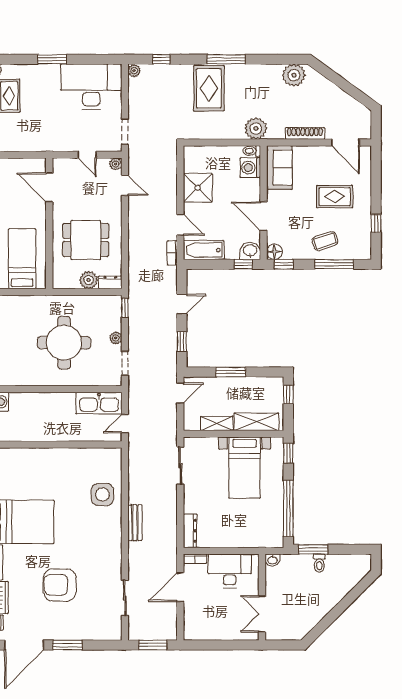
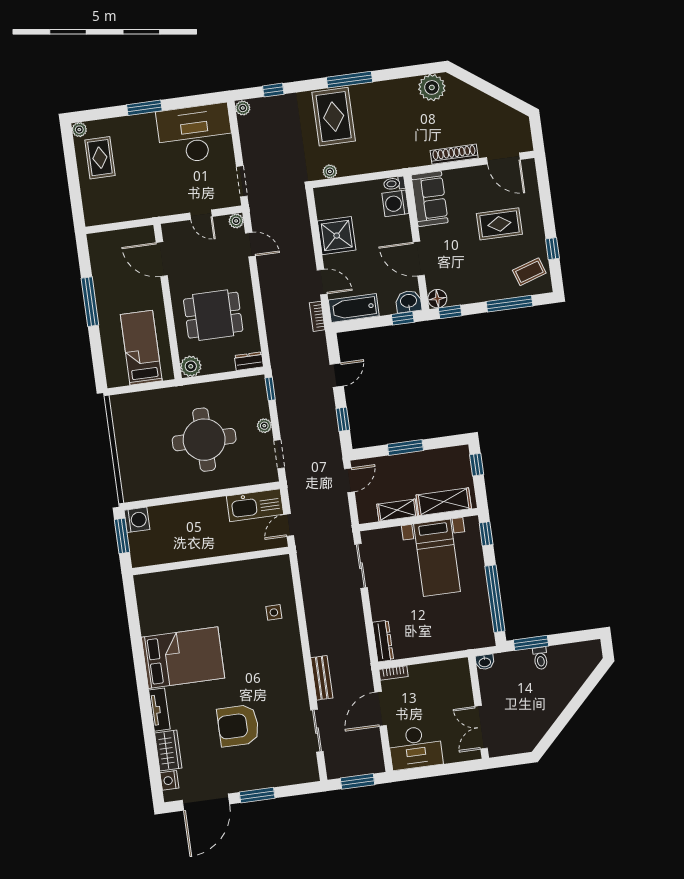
plant: (256, 128) -> (330, 171), moved, width x0.53, depth x0.53
coffee table: (325, 241) -> (529, 272), moved
plant: (89, 280) -> (191, 366), moved
side table: (102, 495) -> (274, 612), width x0.54, depth x0.54
bench: (135, 523) -> (322, 678), moved
desk: (230, 571) -> (415, 748), moved, turned 180

